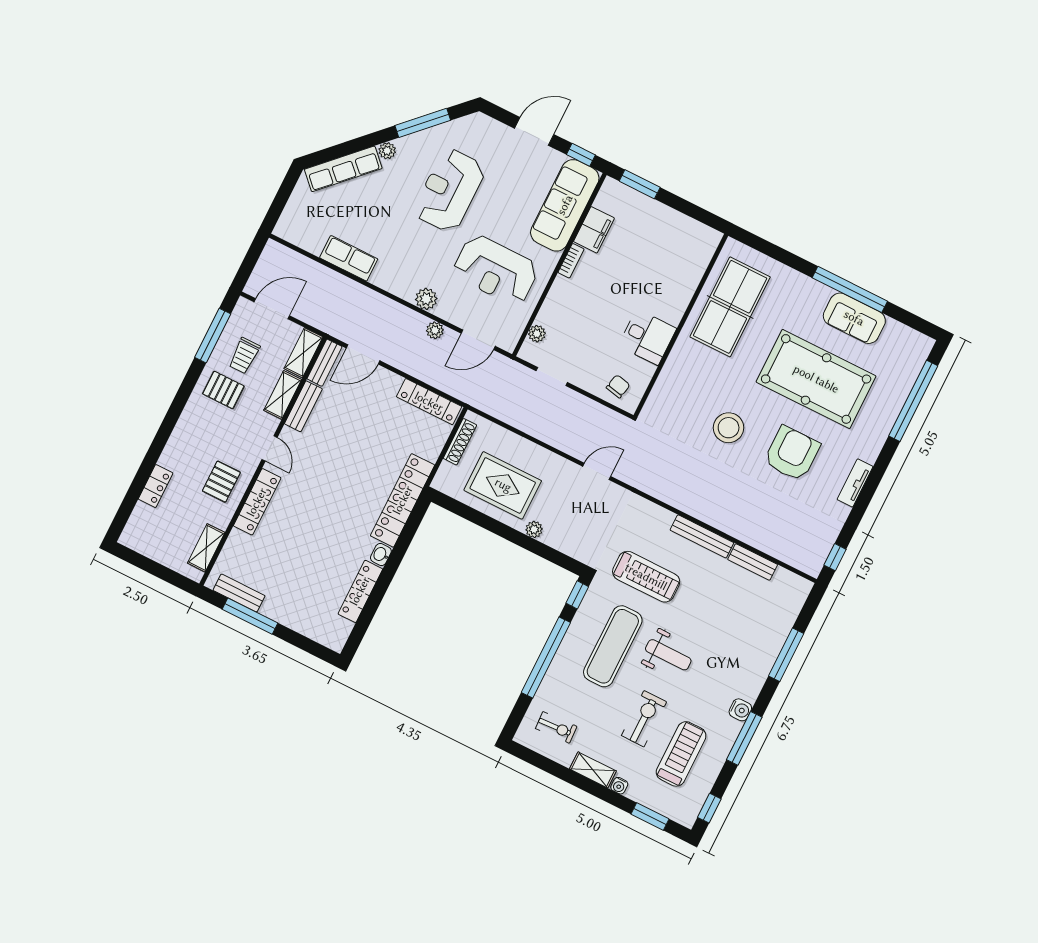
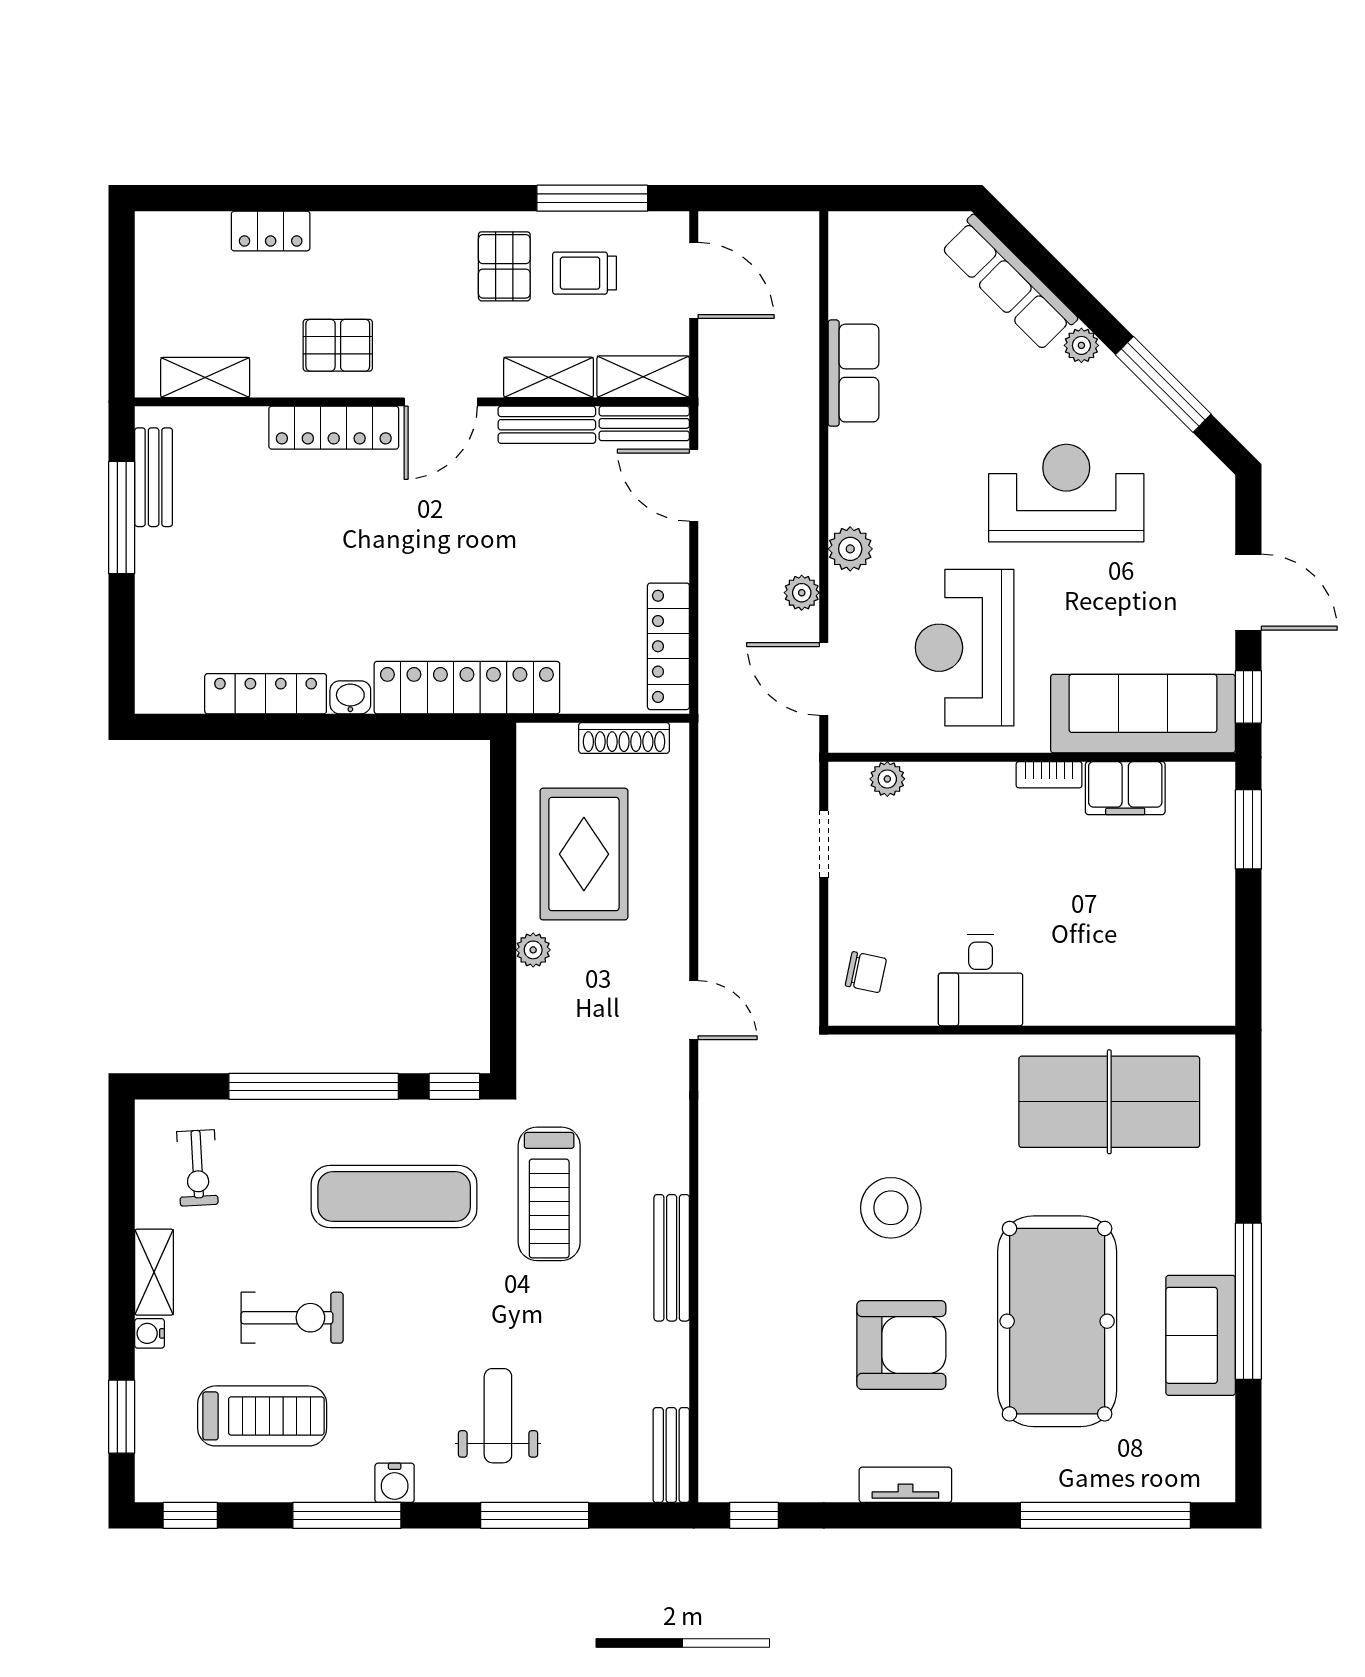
door: (270, 448) -> (441, 402), width x1.37
bench: (753, 562) -> (671, 1455), moved
weight bench: (668, 655) -> (498, 1416), moved, turned 180

